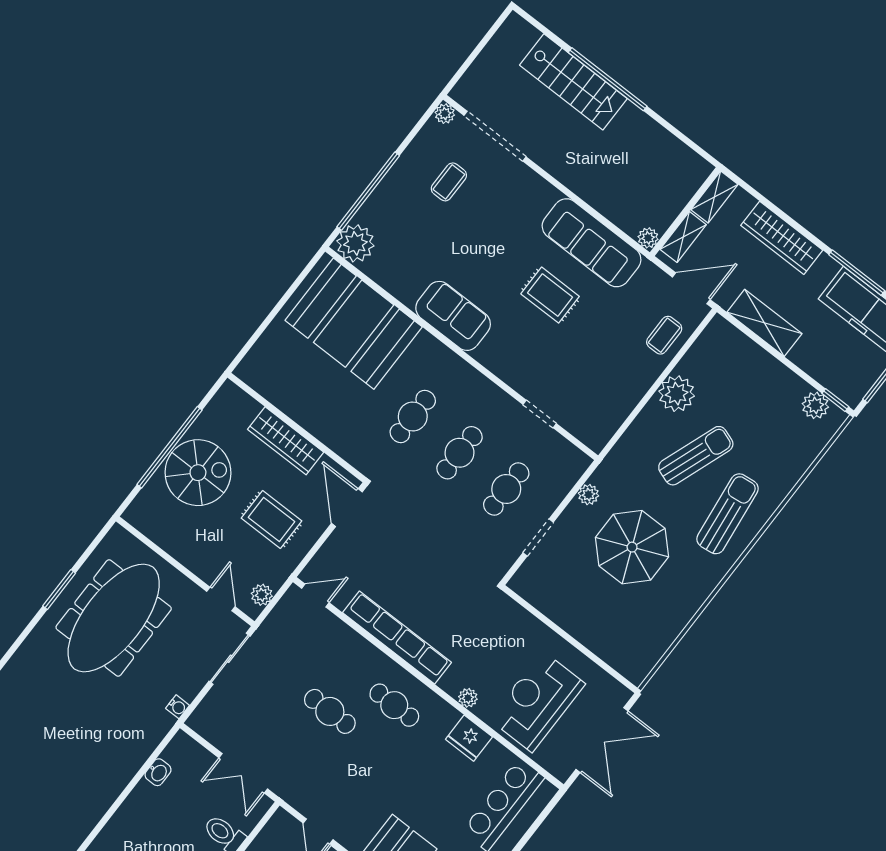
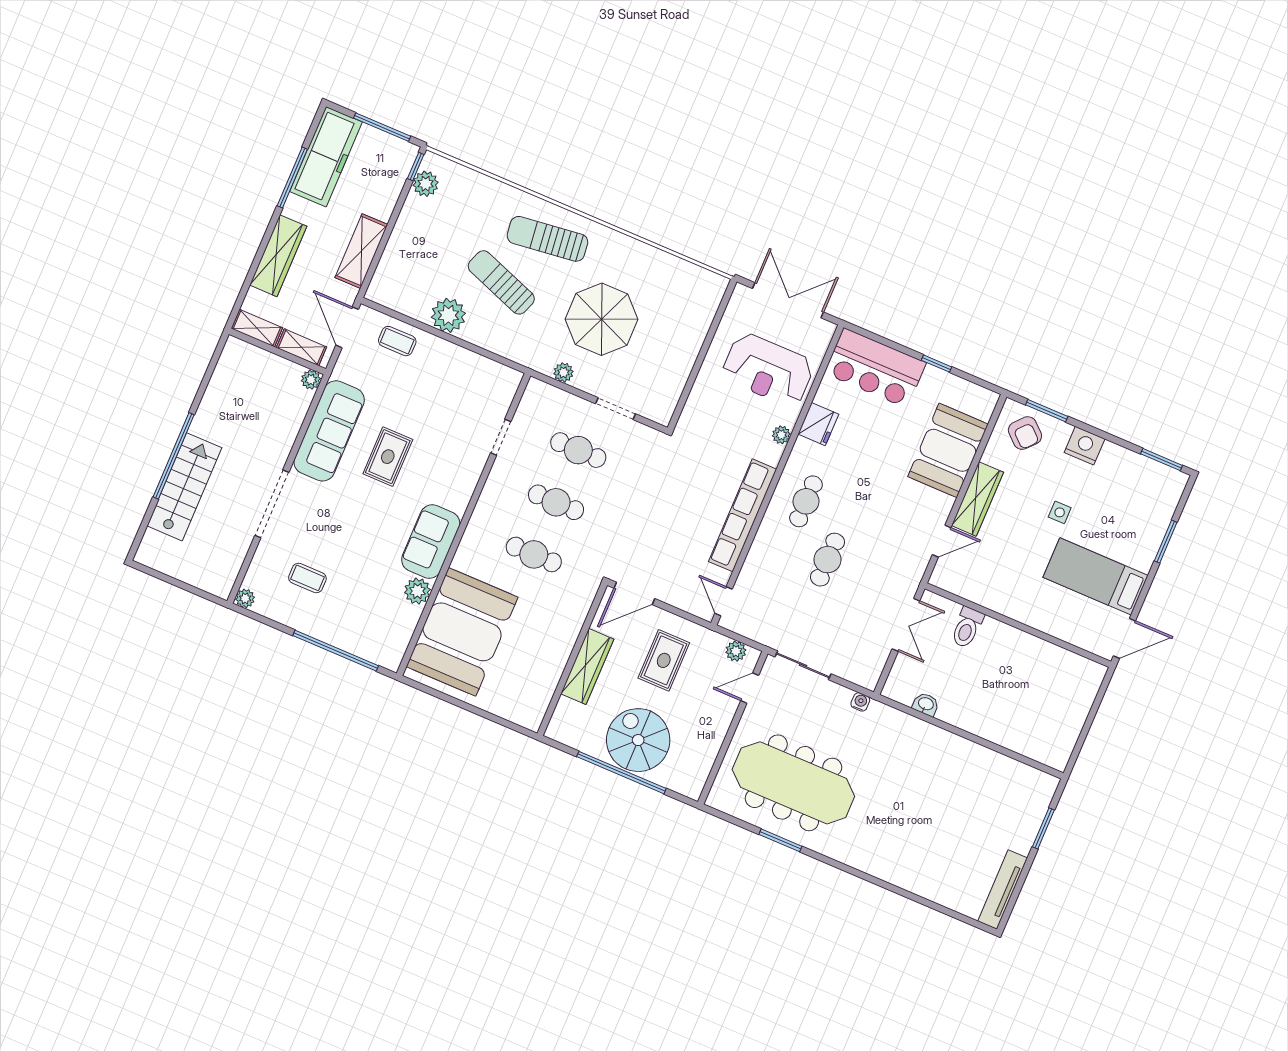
doorway: (495, 136) -> (272, 504), moved
plant: (355, 243) -> (417, 591), moved, width x0.73, depth x0.73

